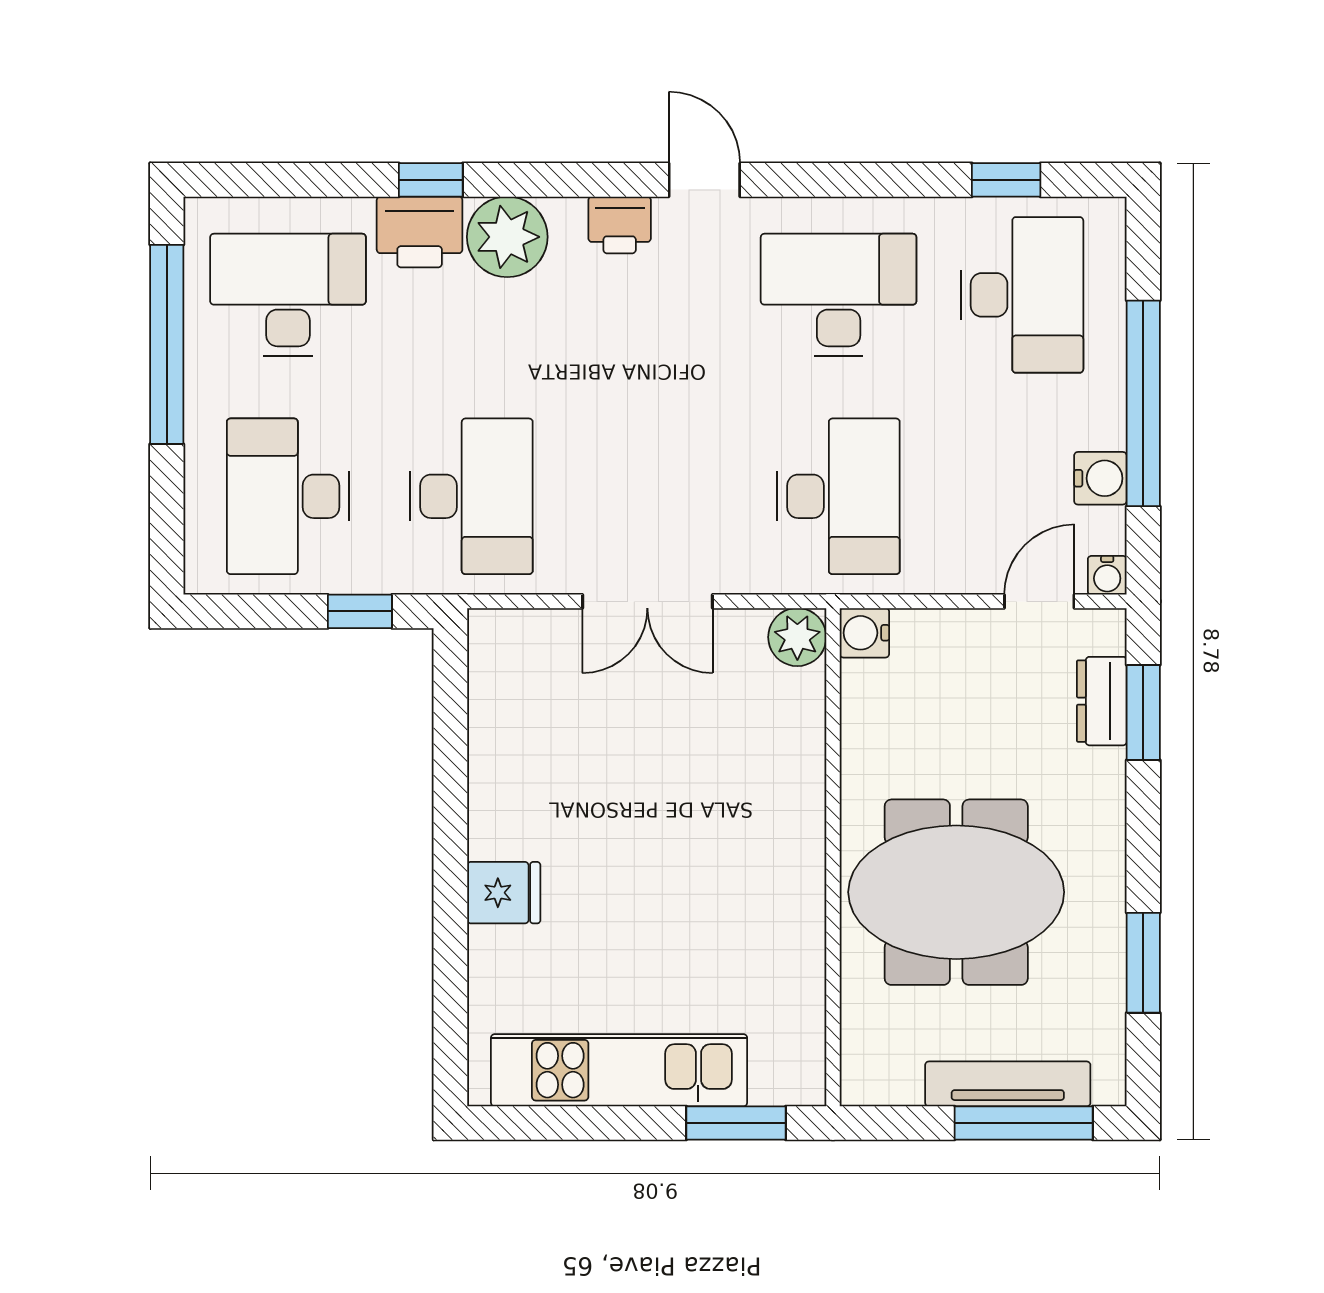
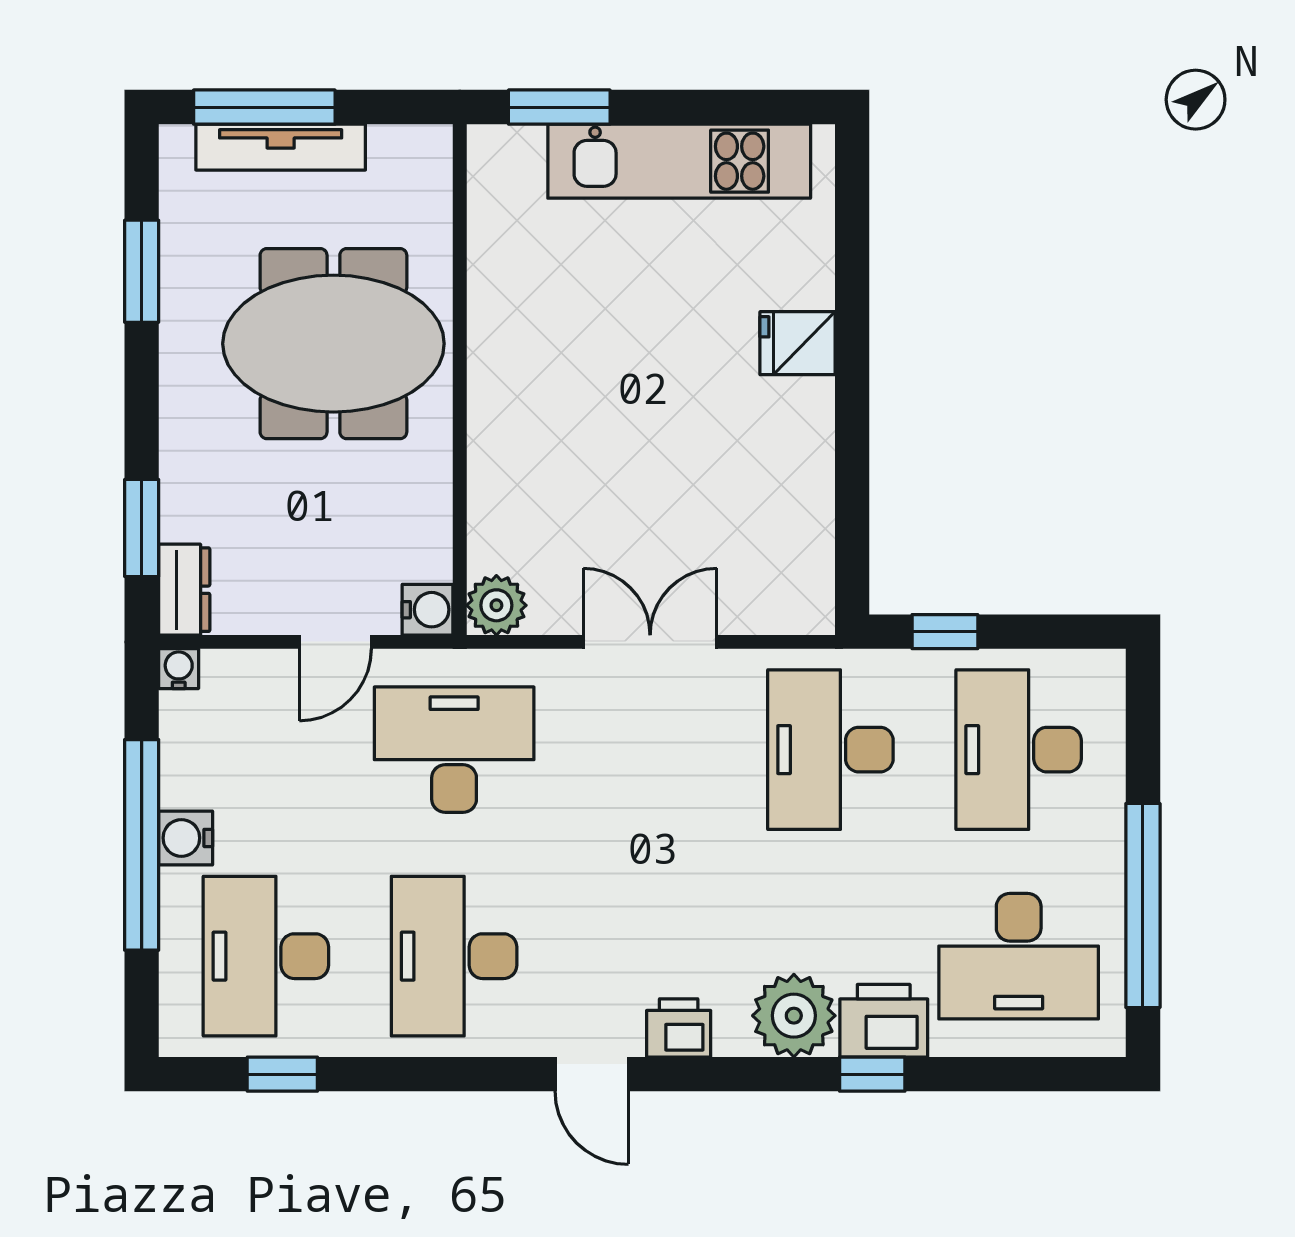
desk: (839, 295) -> (454, 956), turned 90
water cooler: (1100, 478) -> (186, 838), moved
desk: (288, 496) -> (1019, 750), turned 180
desk: (839, 496) -> (454, 750), turned 90
door: (1039, 601) -> (335, 642), moved
dresser: (1102, 701) -> (184, 590), moved

